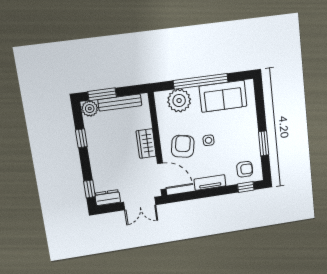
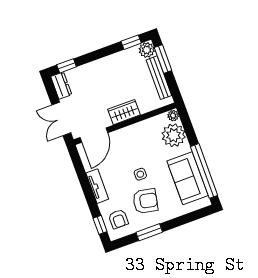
window: (201, 81) -> (204, 171), moved
plant: (160, 97) -> (173, 116), added
window: (81, 138) -> (131, 42), moved
armchair: (183, 146) -> (145, 201), moved

